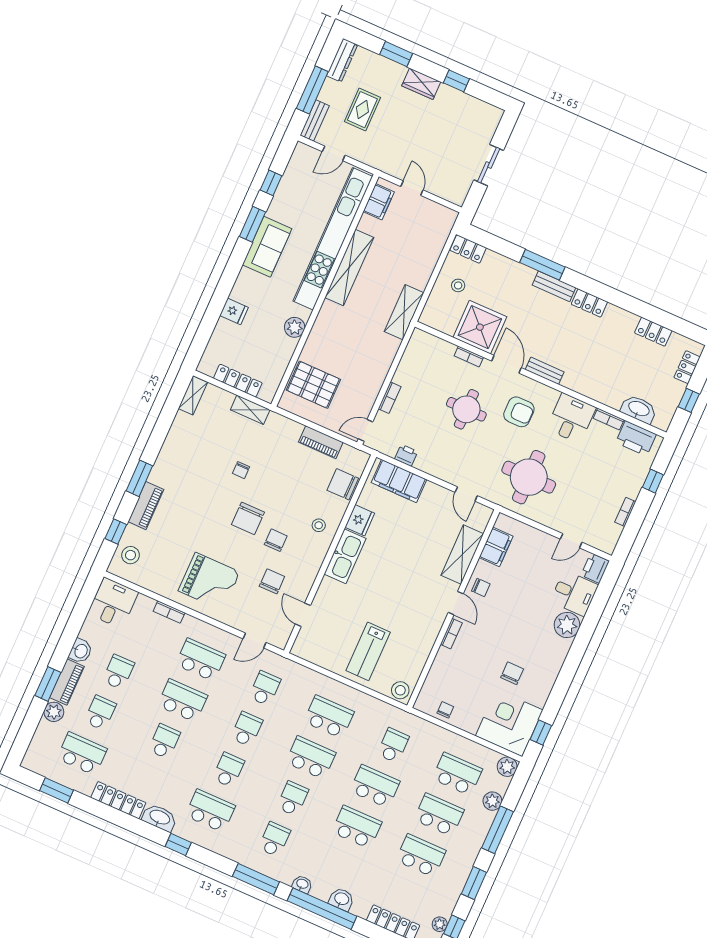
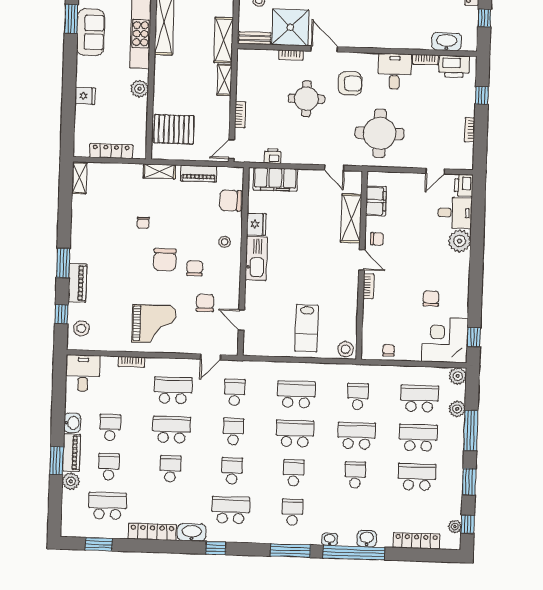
shelving: (388, 354) -> (224, 80), added
bench: (545, 371) -> (255, 38), moved
shelving: (250, 410) -> (159, 171), moved
school desk: (357, 827) -> (355, 475), width x0.54

